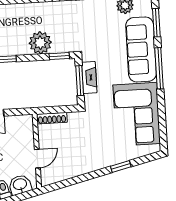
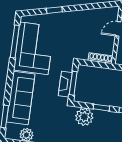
plant: (40, 43) -> (84, 117), moved
window: (59, 56) -> (101, 108), moved
window: (159, 68) -> (15, 42), moved

